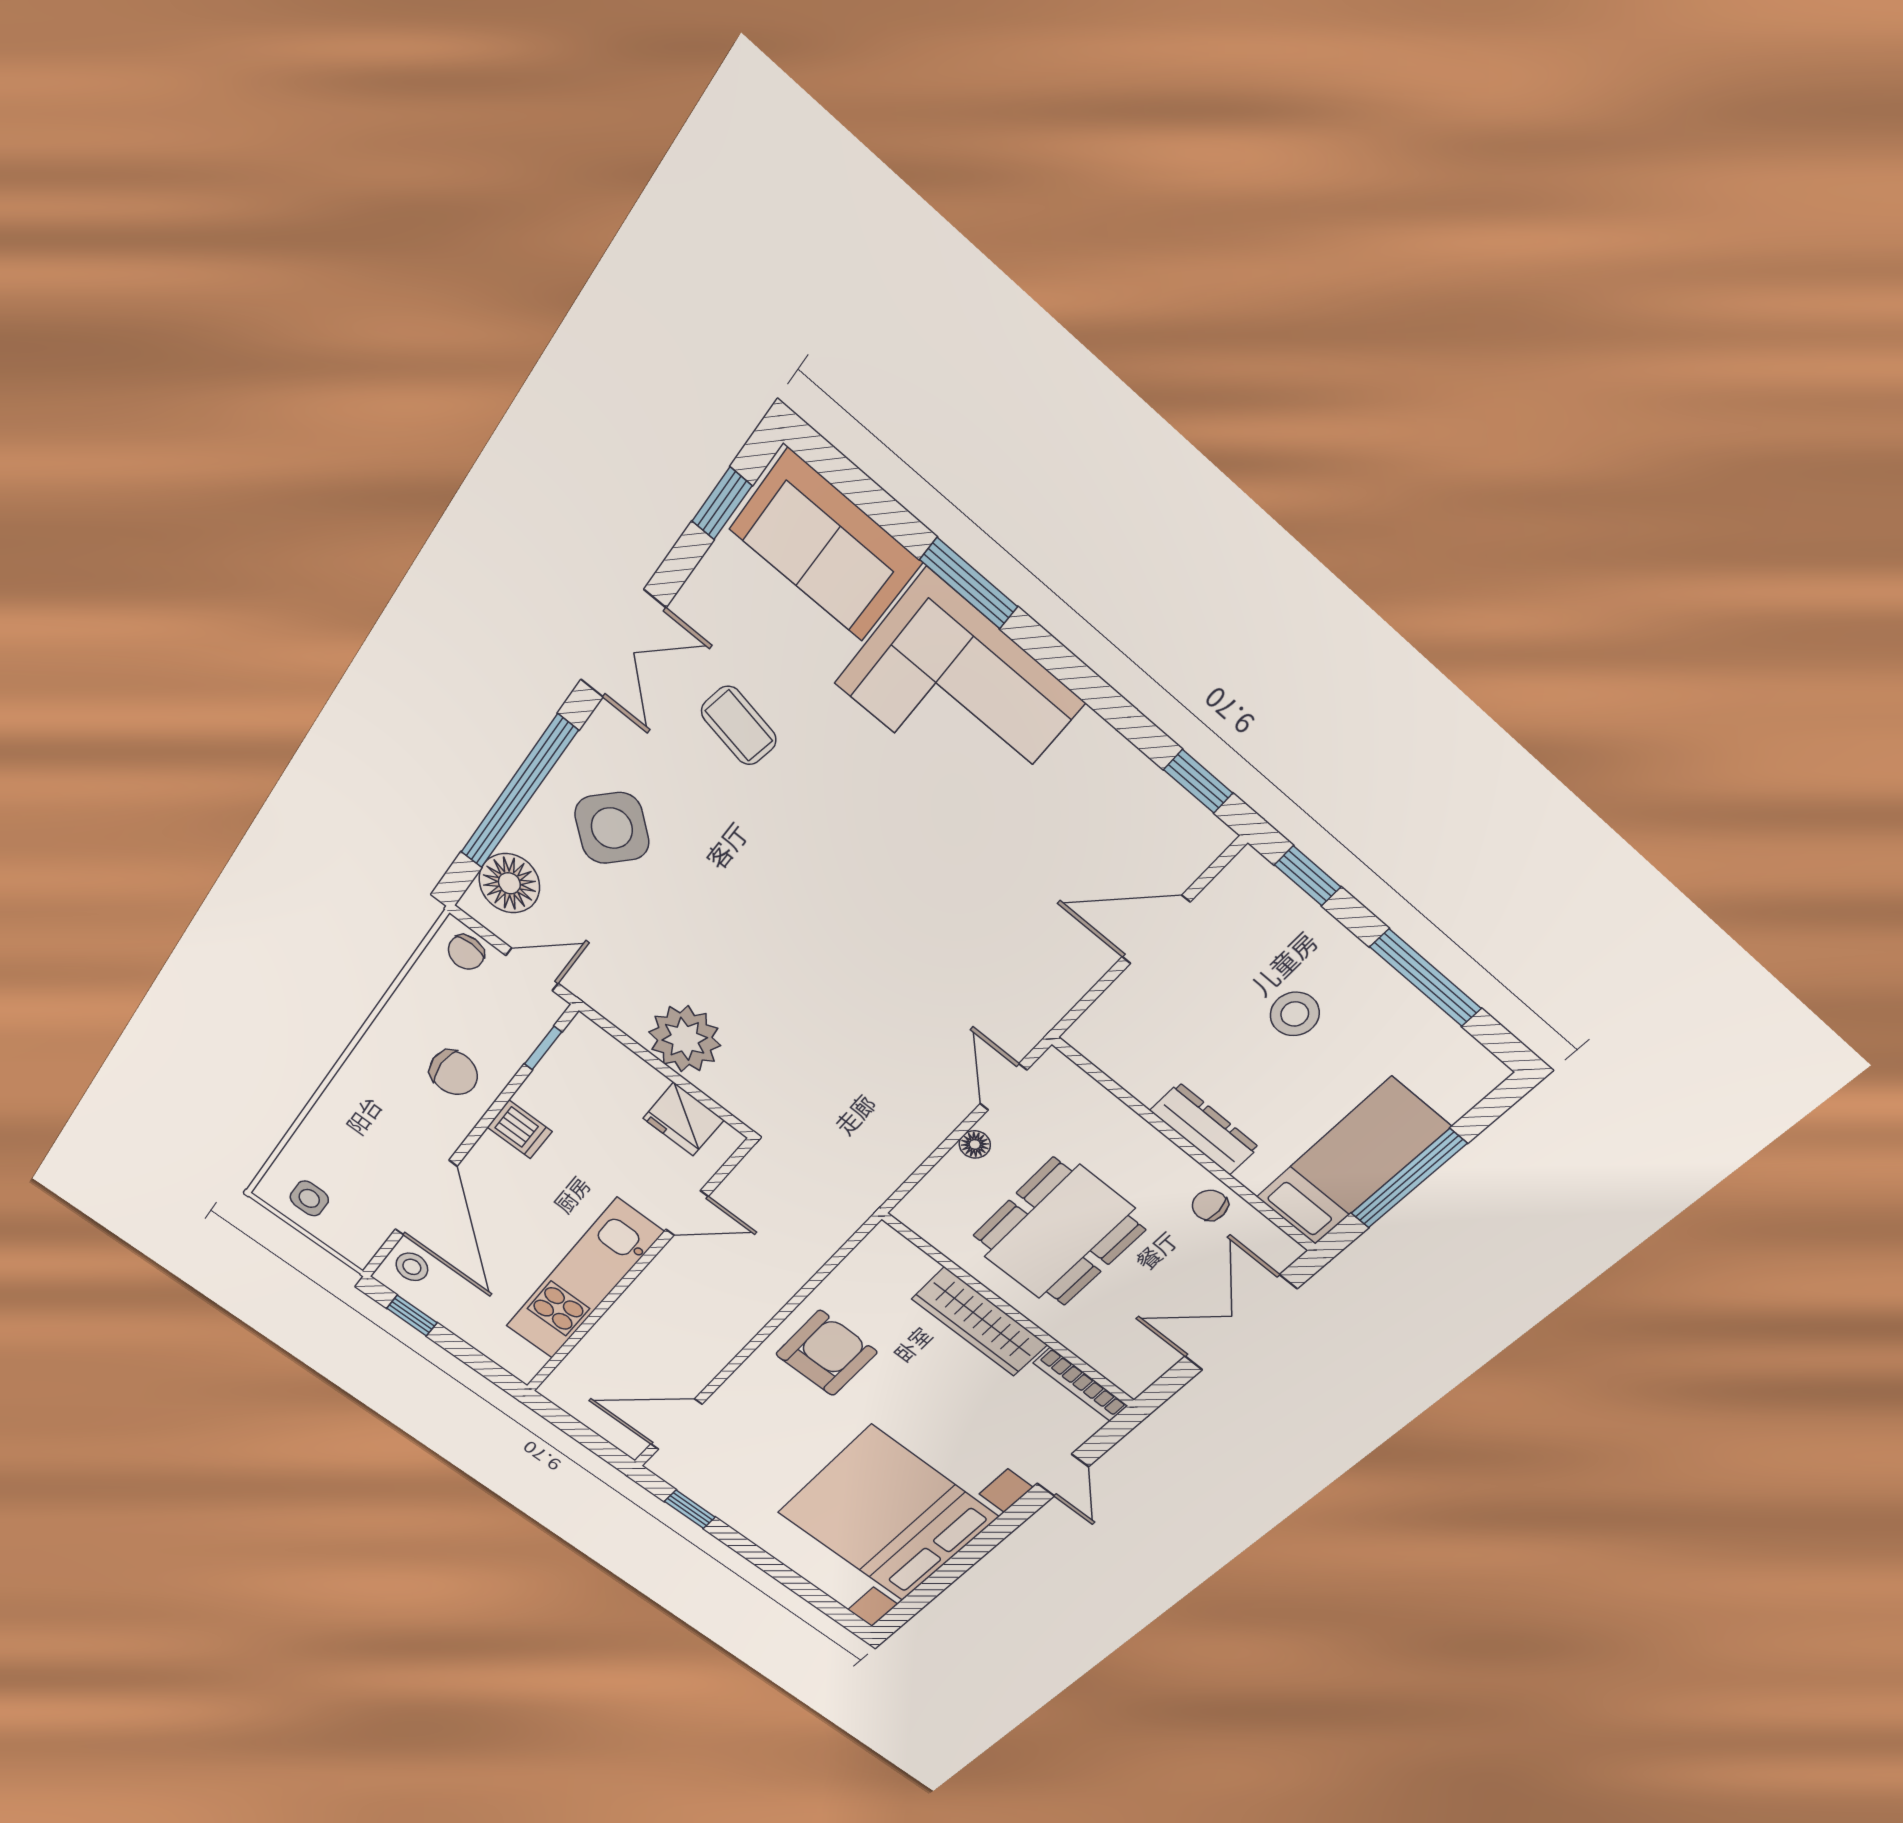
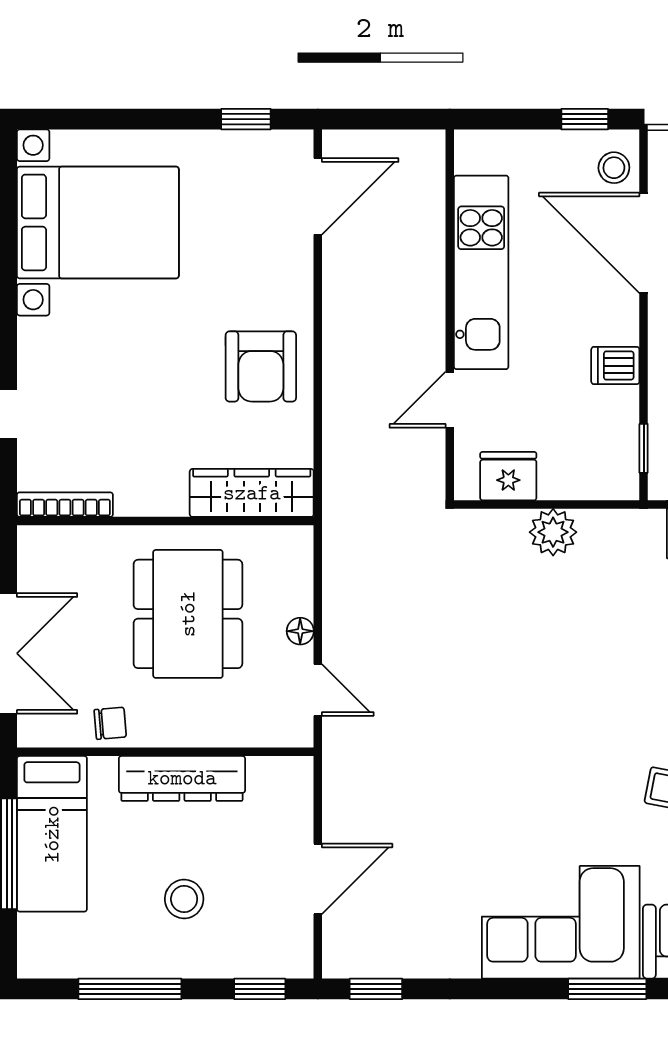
plant: (685, 1039) -> (553, 532), width x0.73, depth x0.73
dresser: (1204, 1129) -> (182, 778), width x1.37, depth x1.24
wardrobe: (980, 1322) -> (252, 493), moved
bed with nightstands: (887, 1514) -> (98, 222), width x0.73

